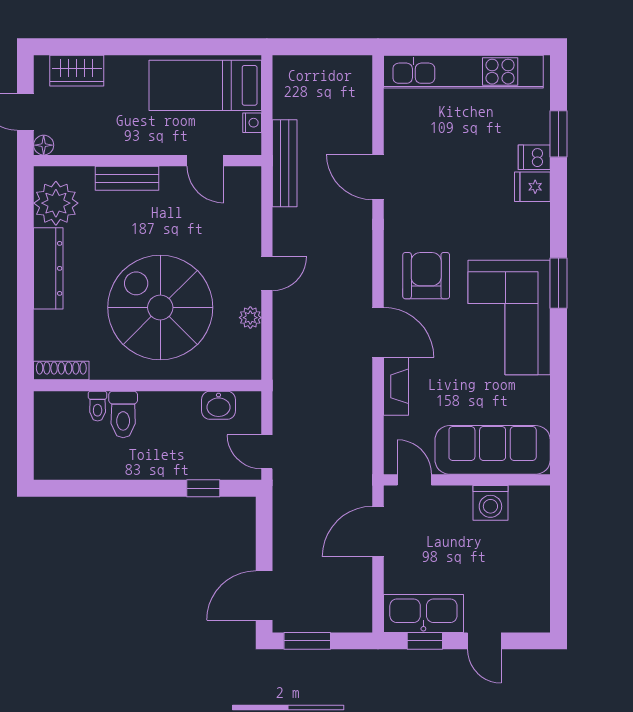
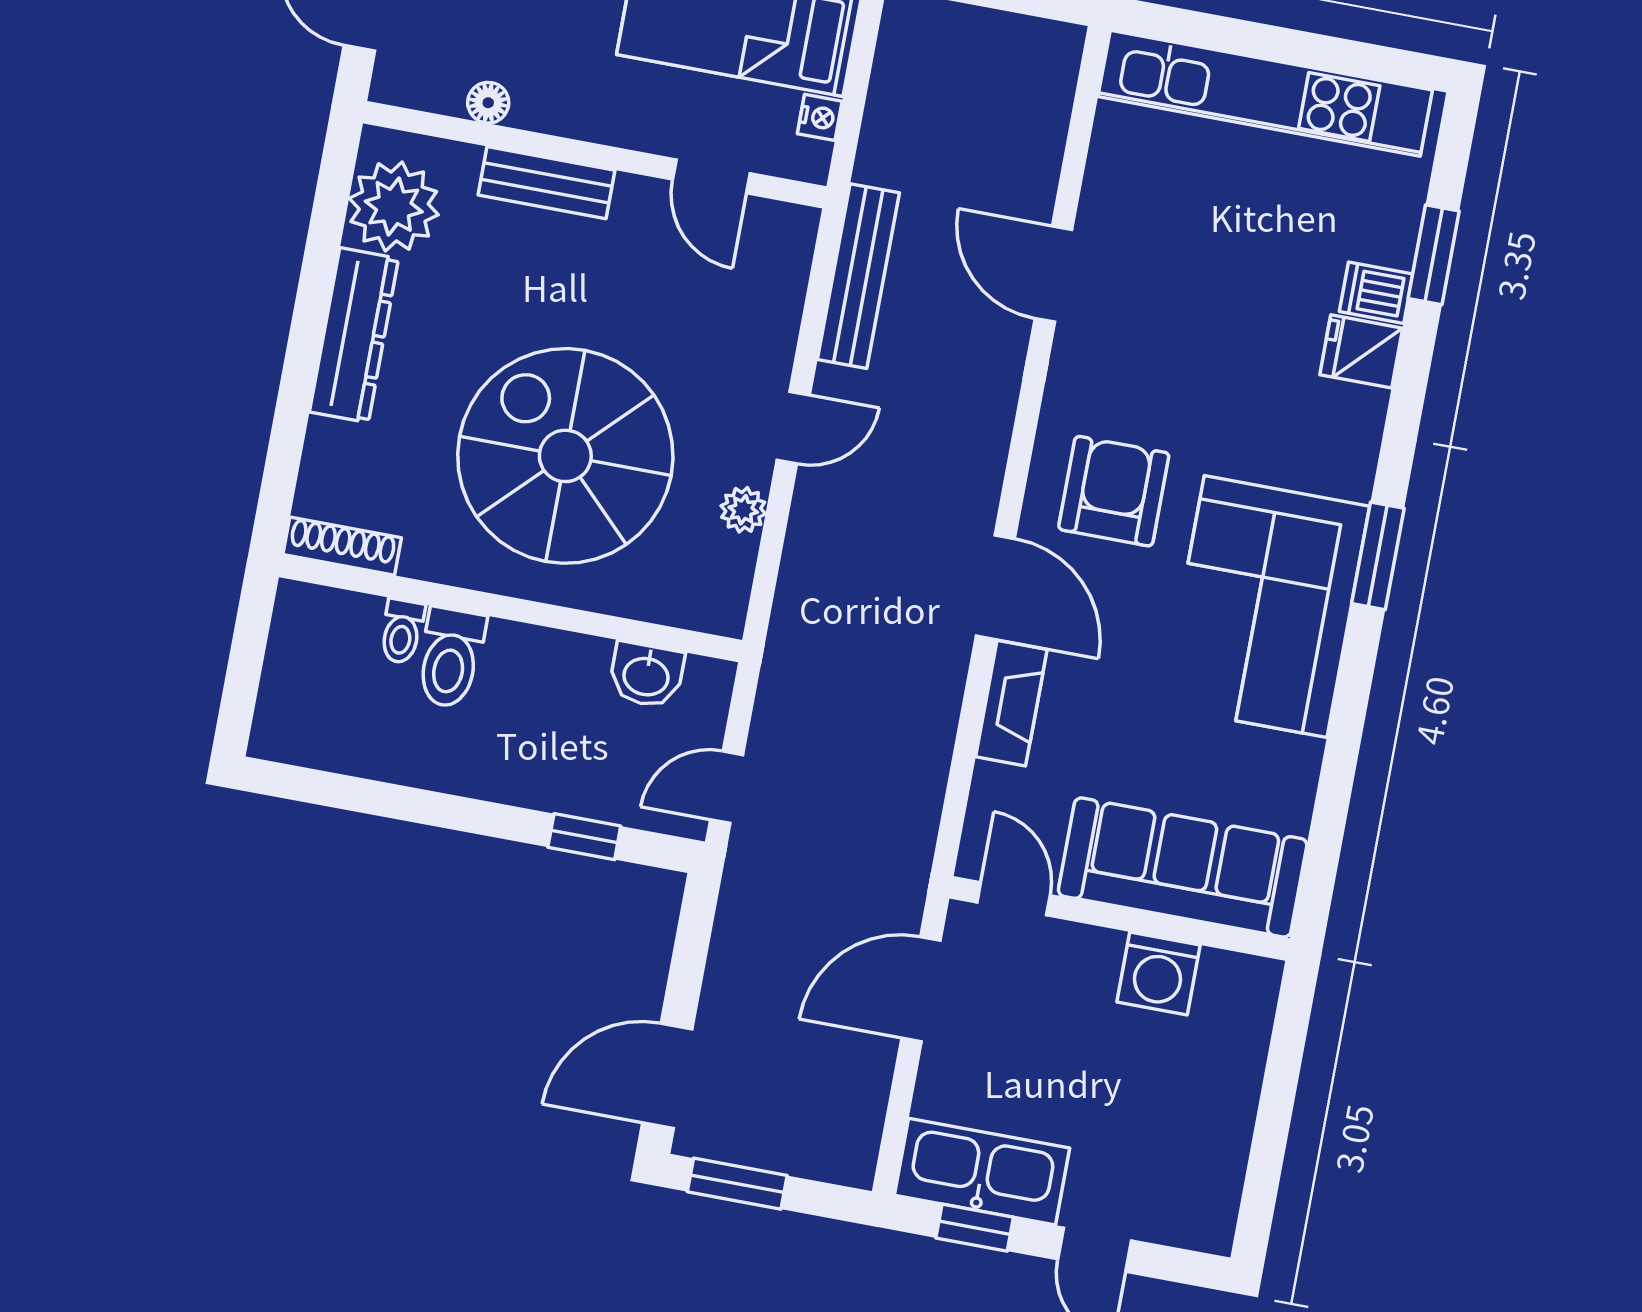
floor lamp: (44, 145) -> (488, 103), moved
bench: (285, 163) -> (858, 276), moved
door: (267, 452) -> (727, 787), hinge flipped

